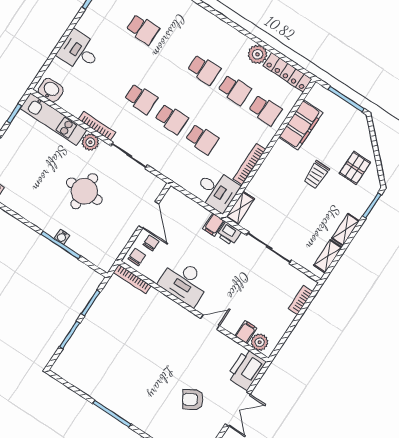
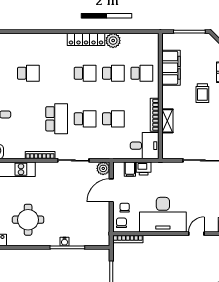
locker: (288, 72) -> (86, 39), moved
school desk: (141, 99) -> (57, 119), width x1.85
plant: (90, 142) -> (103, 168), moved
round table: (84, 191) -> (28, 220), moved
shelving: (240, 208) -> (167, 121), moved
door: (149, 215) -> (111, 190), swing flipped
filing cabinet: (214, 225) -> (130, 169), moved
printer: (229, 234) -> (144, 168), moved
desk: (184, 282) -> (163, 215), width x1.36, depth x1.30

